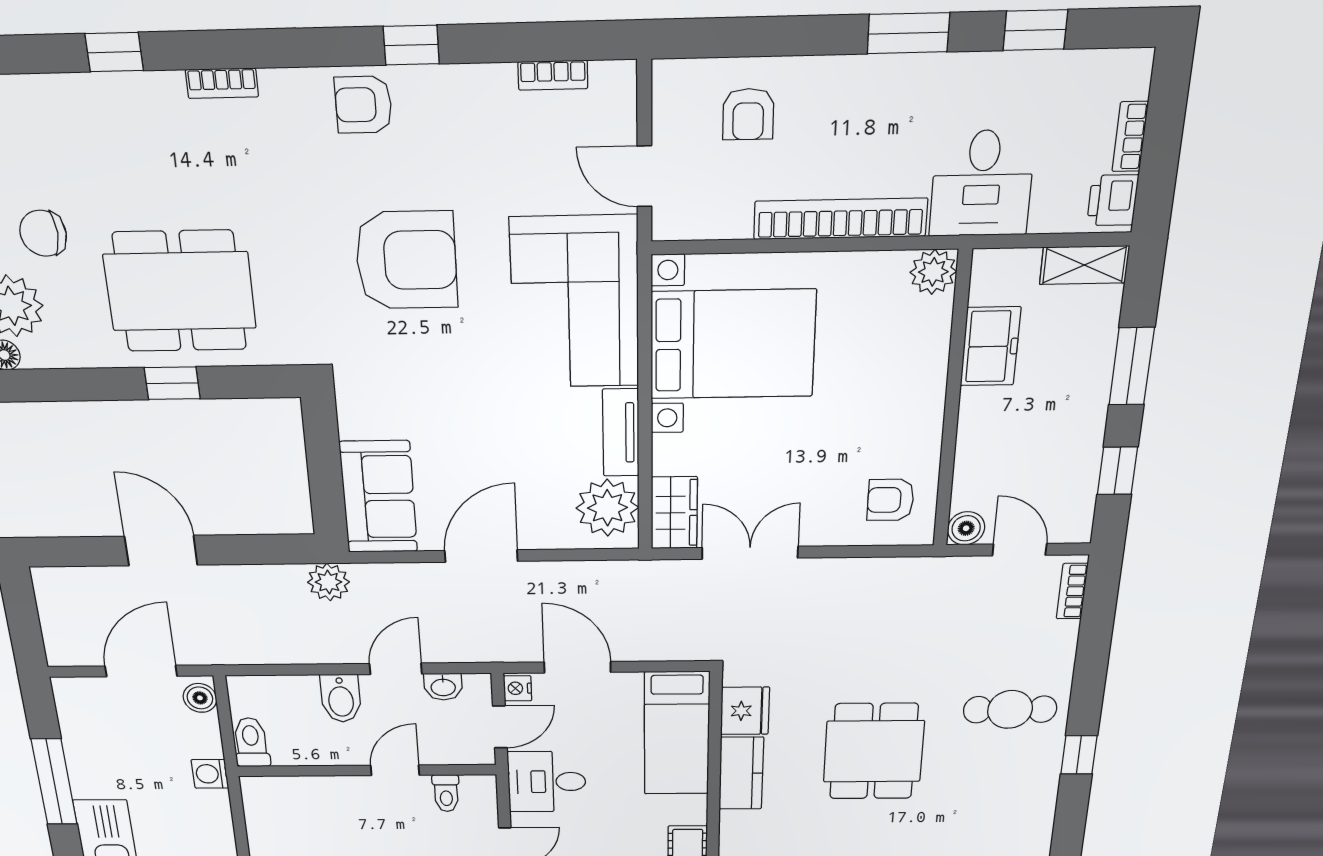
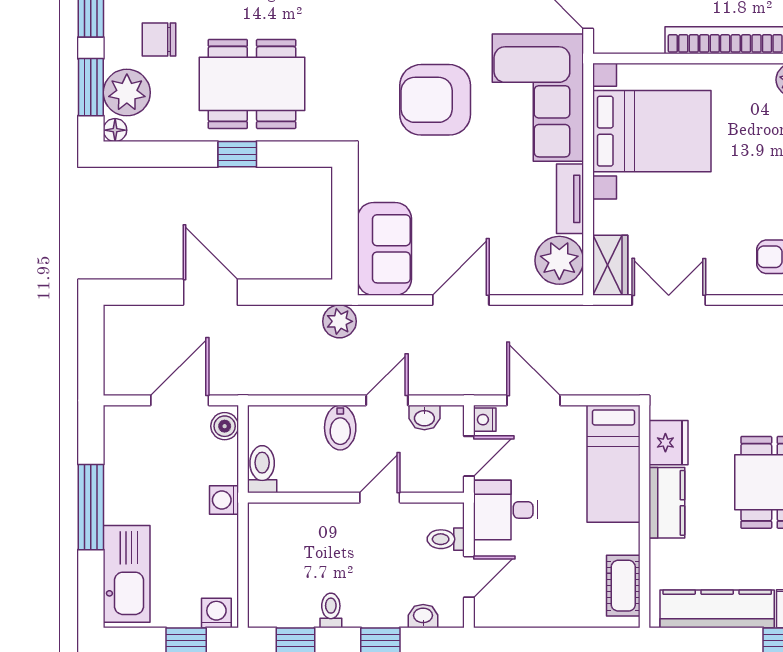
armchair: (406, 260) -> (435, 100), moved, turned 180
toilet: (446, 793) -> (446, 539), moved, turned 90

